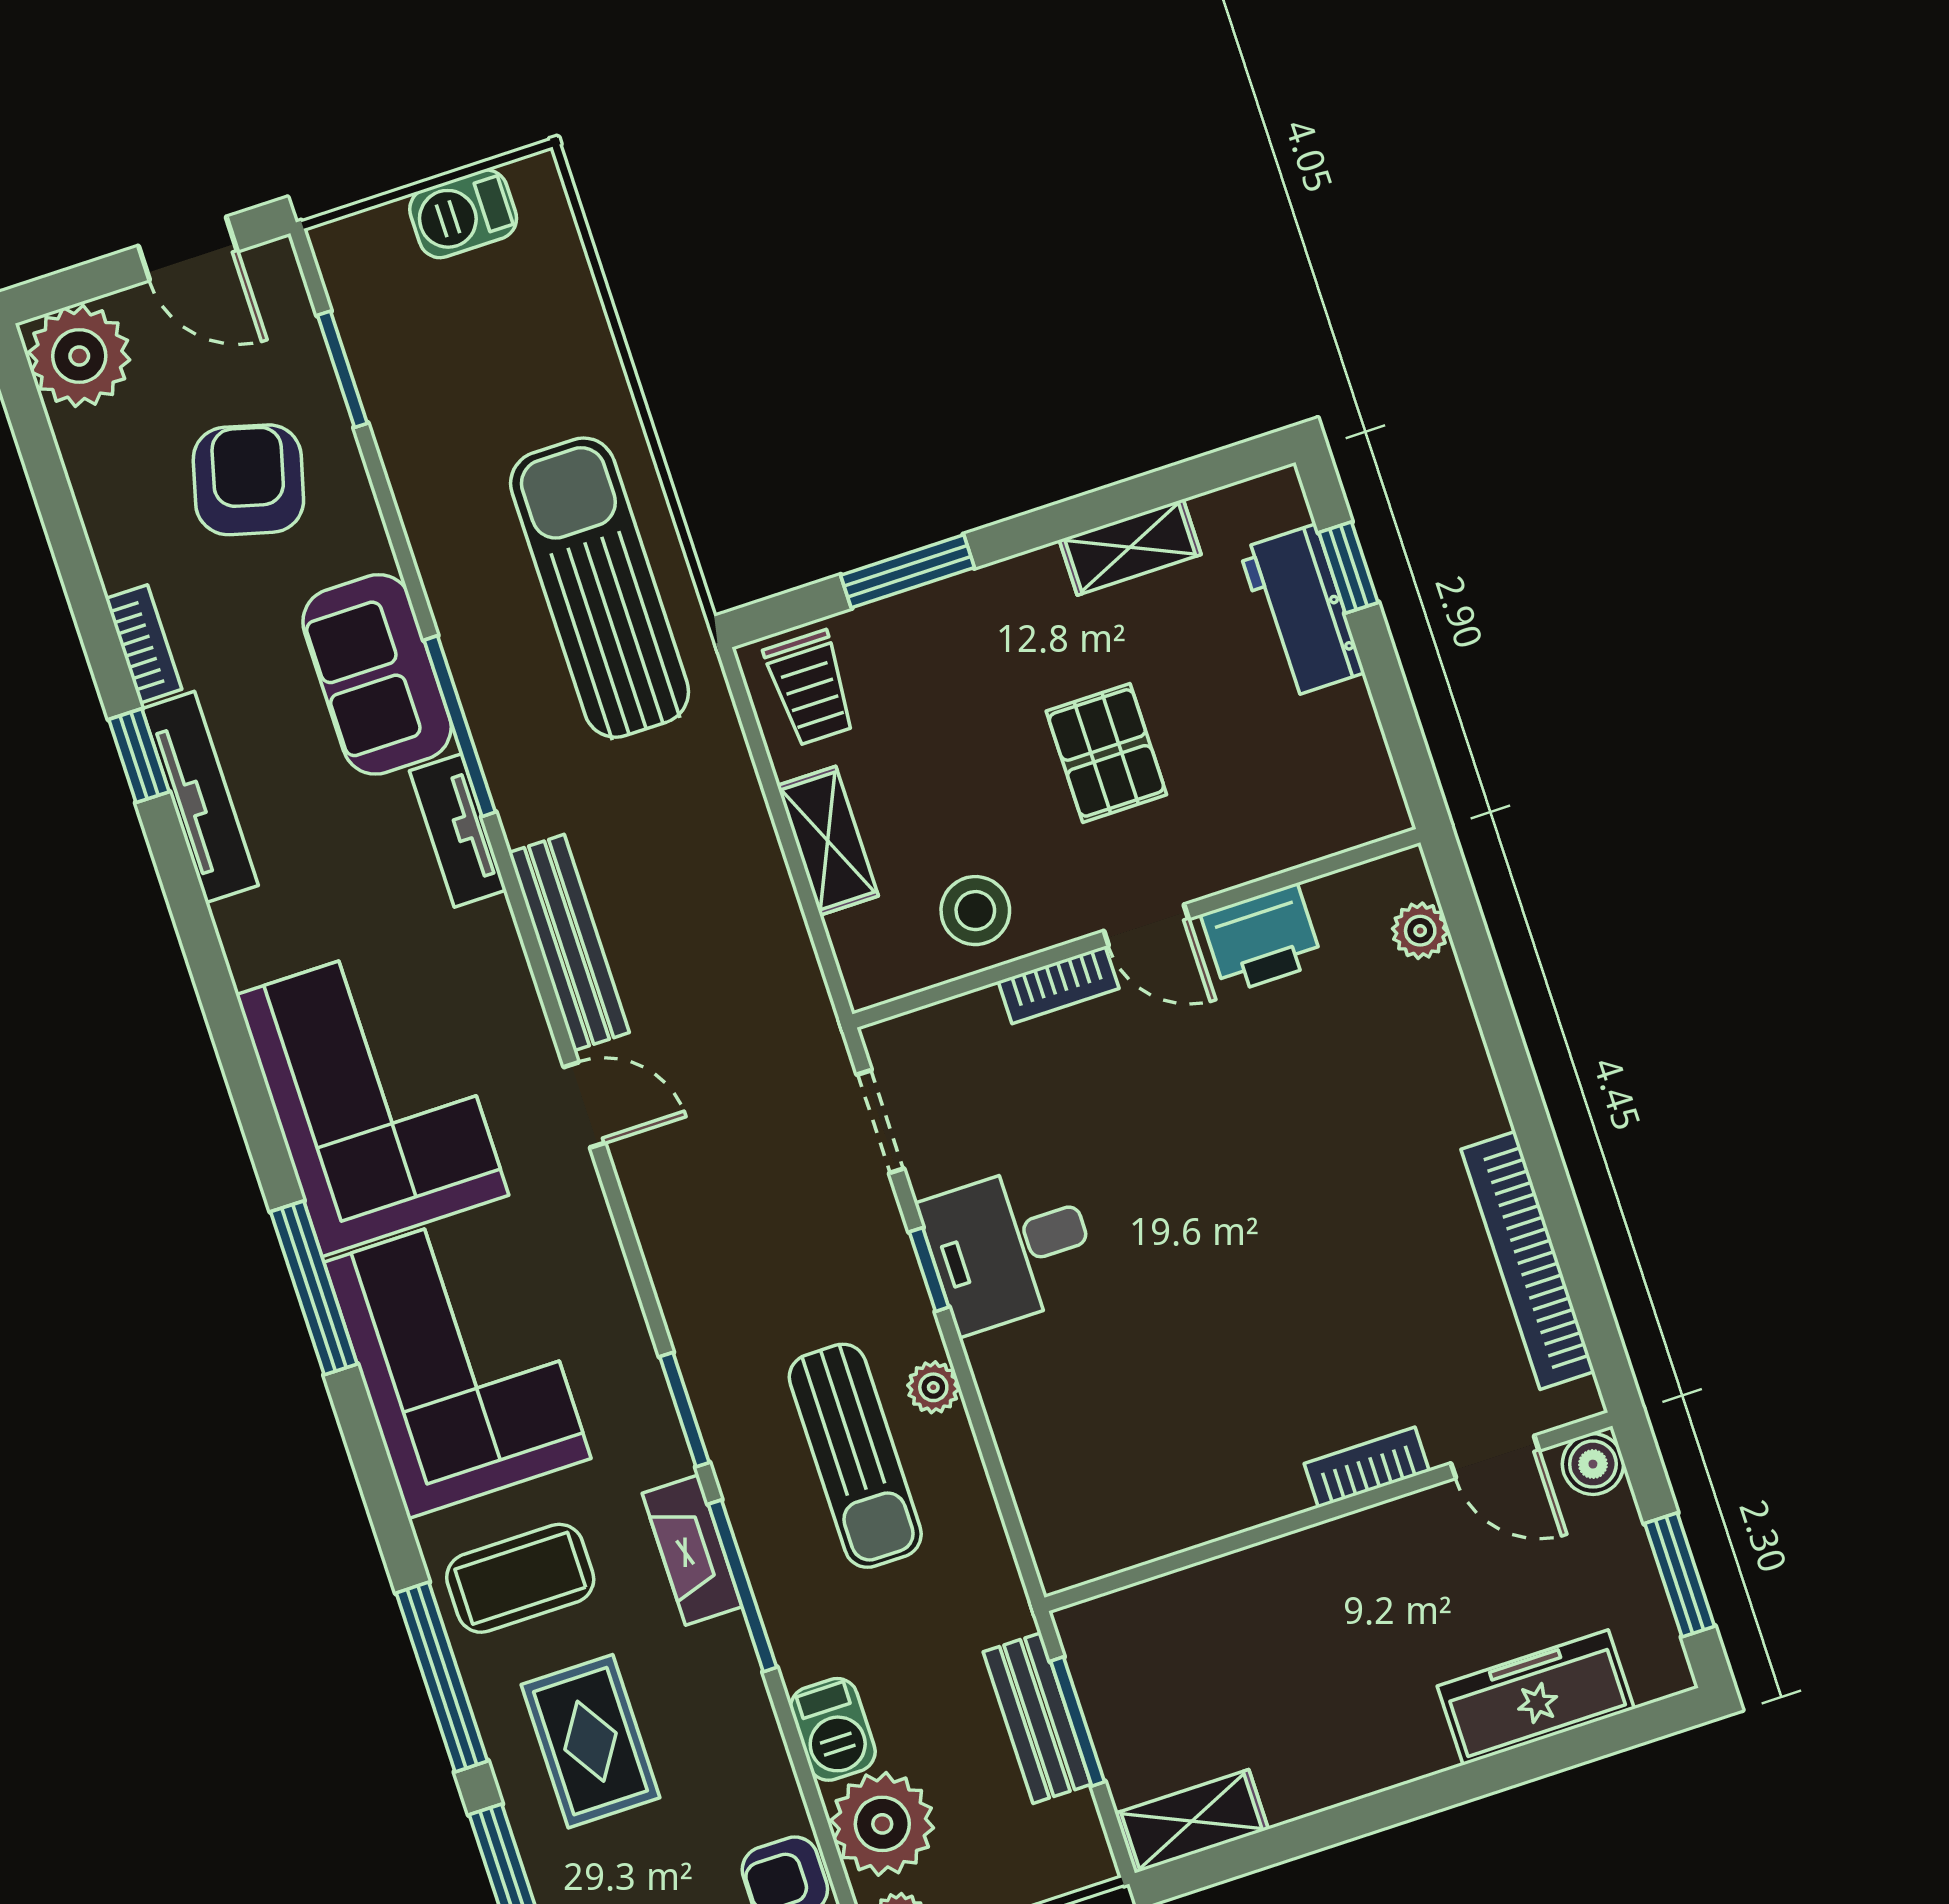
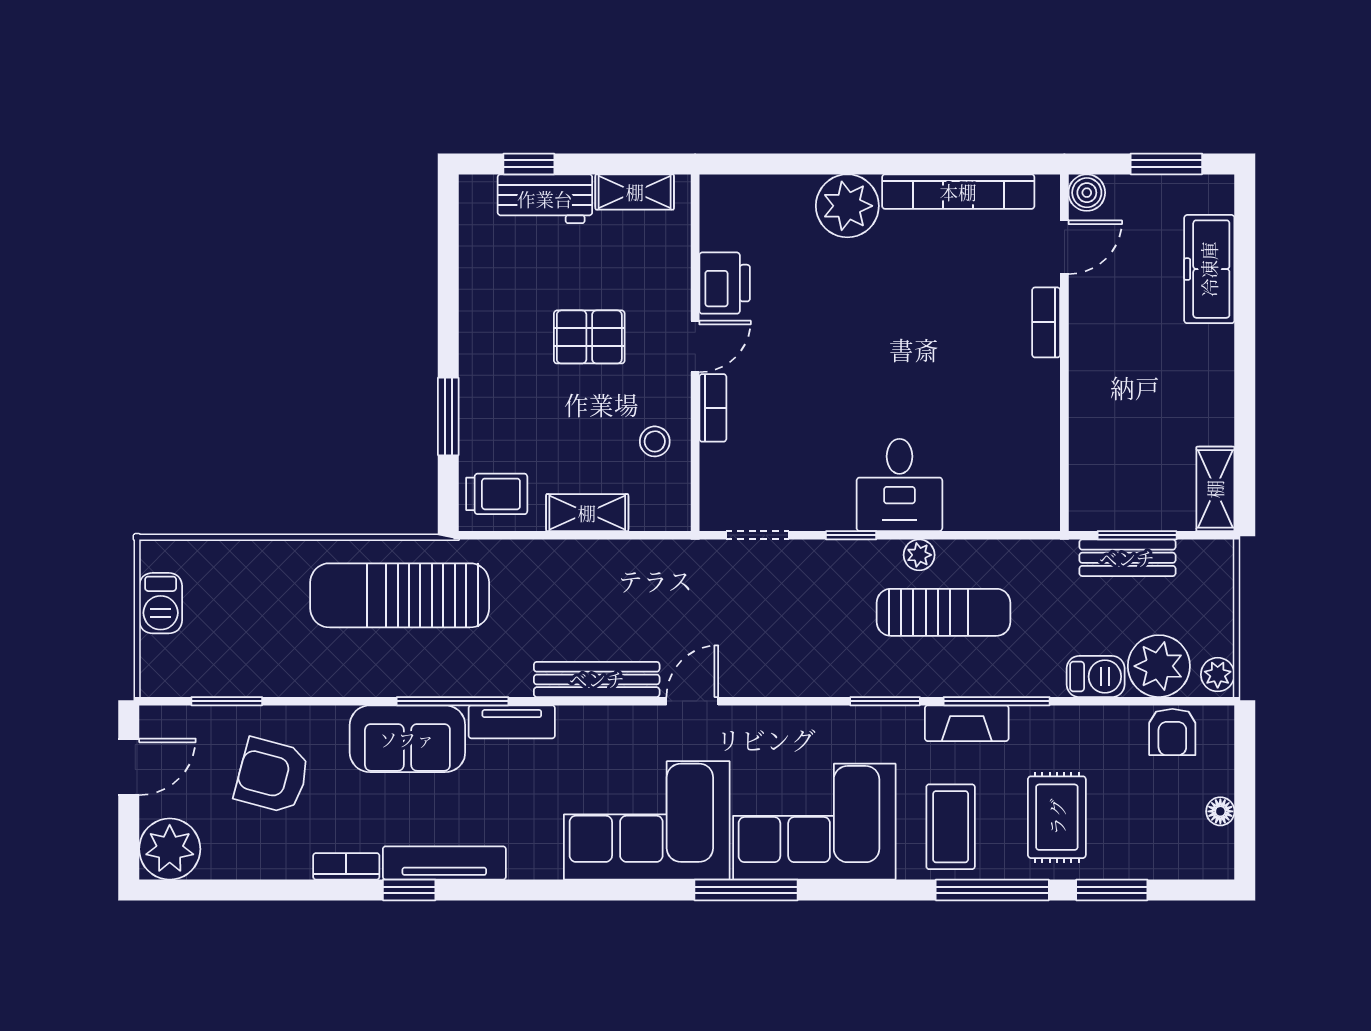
shelving: (1130, 547) -> (635, 192), moved, turned 90
stool: (975, 911) -> (655, 441), width x0.73, depth x0.73
plant: (1420, 931) -> (847, 206), moved, width x1.88, depth x1.88
desk: (1010, 1247) -> (899, 485), moved
rug: (590, 1741) -> (1057, 817), turned 90

